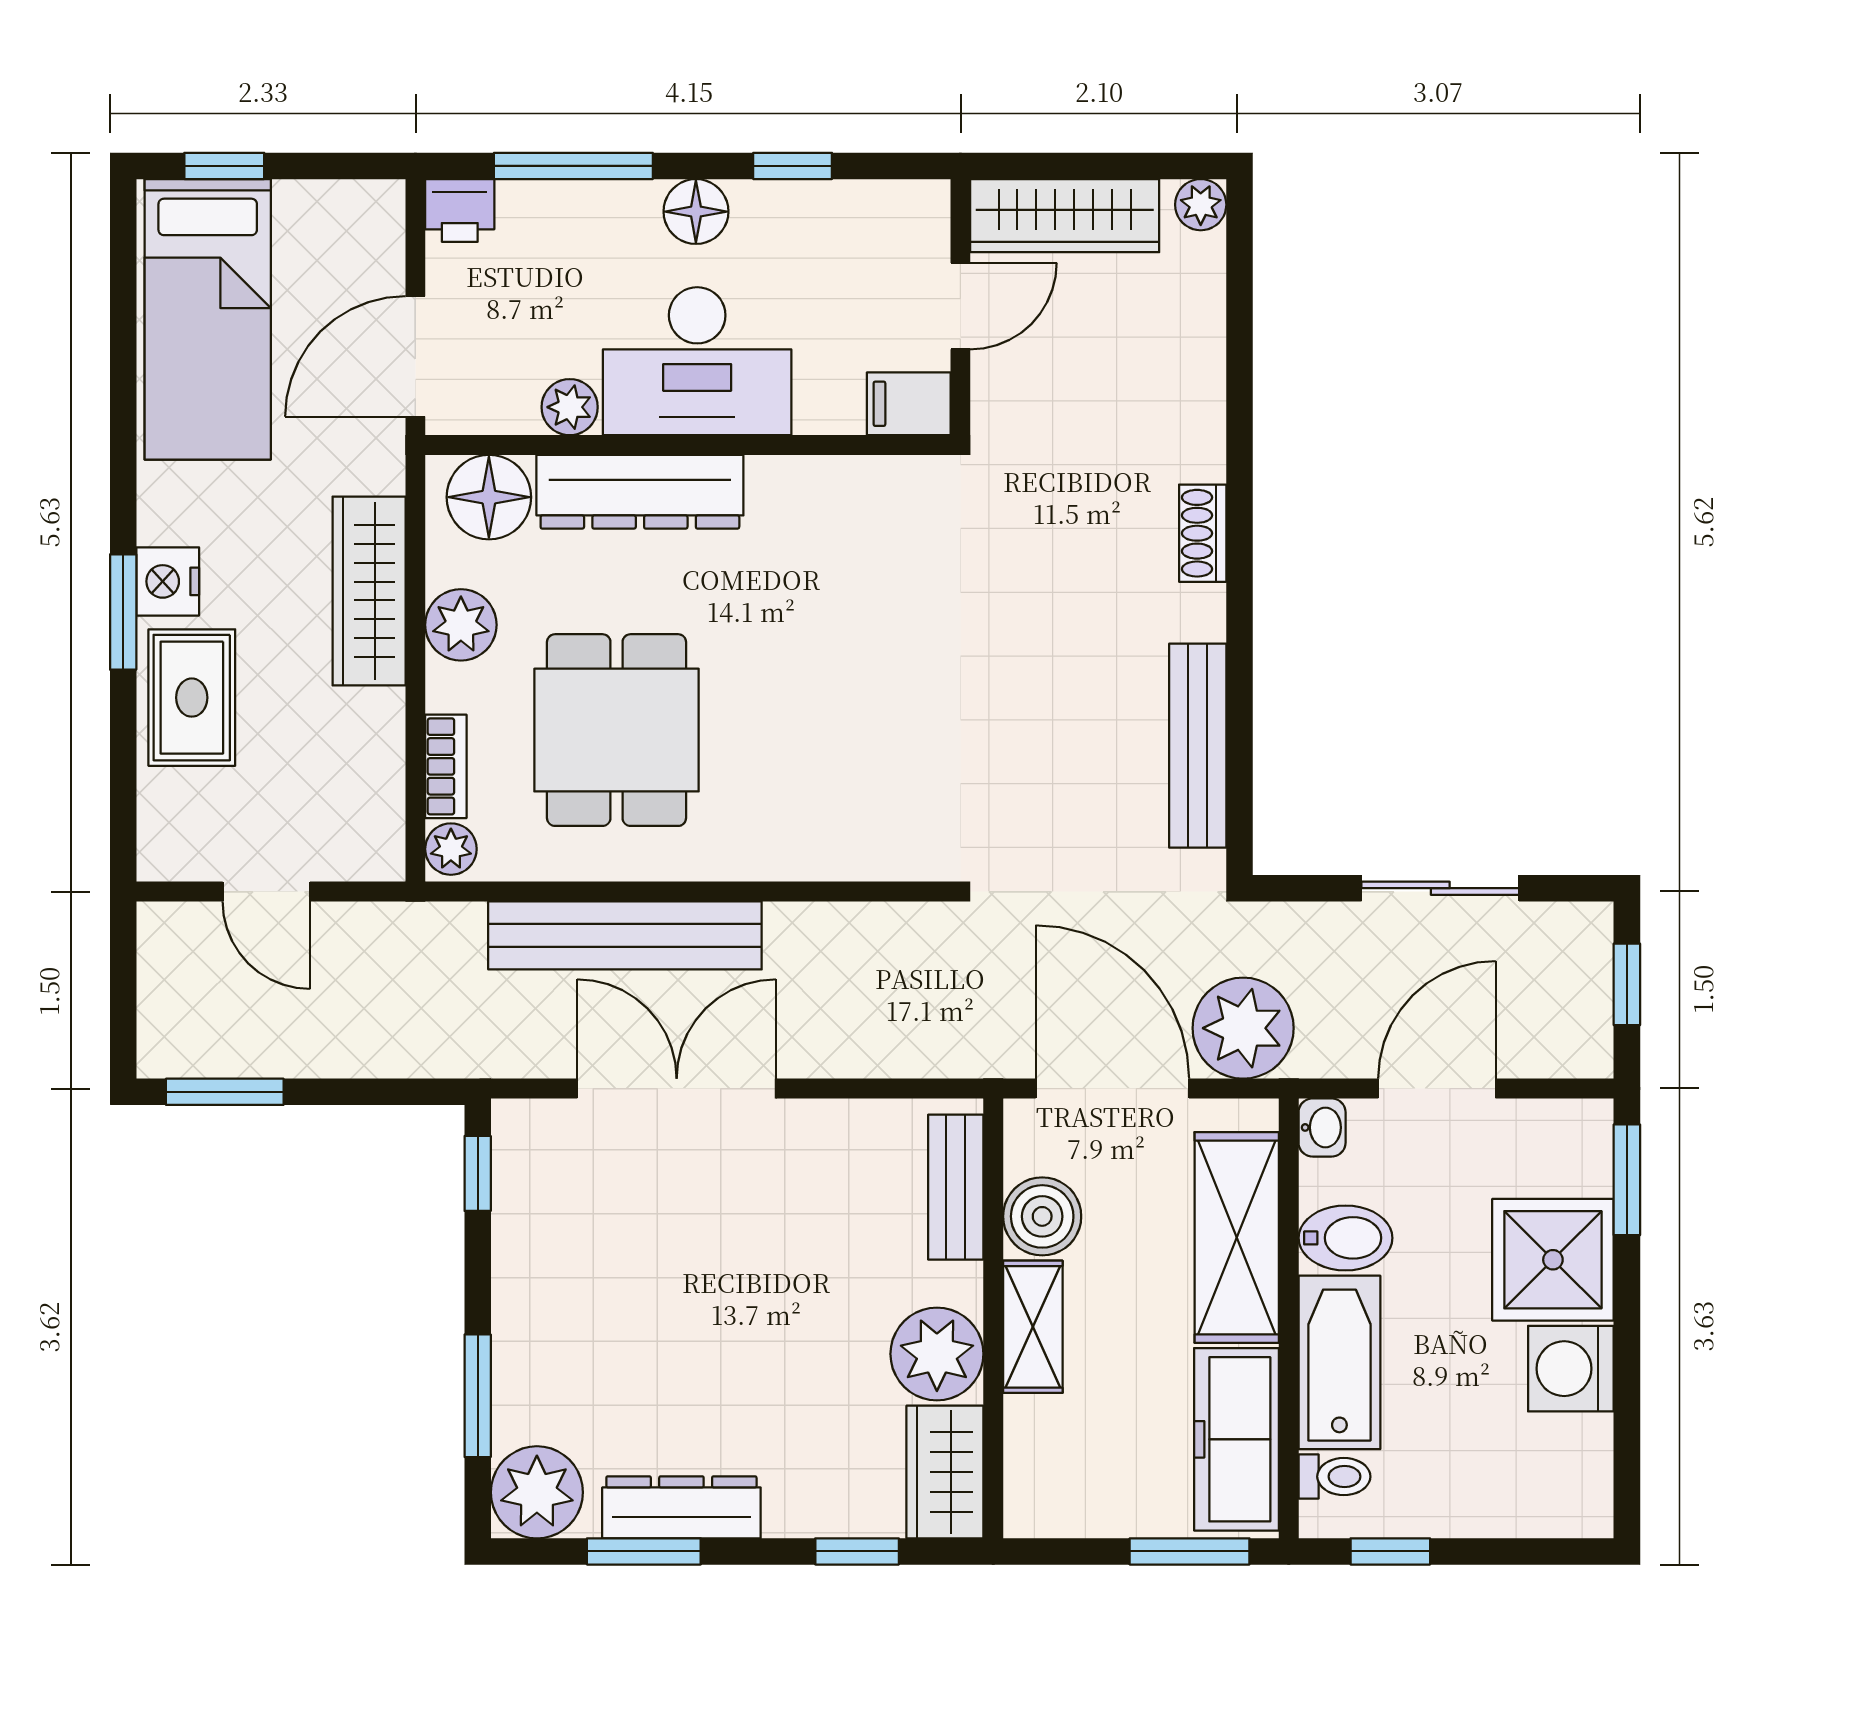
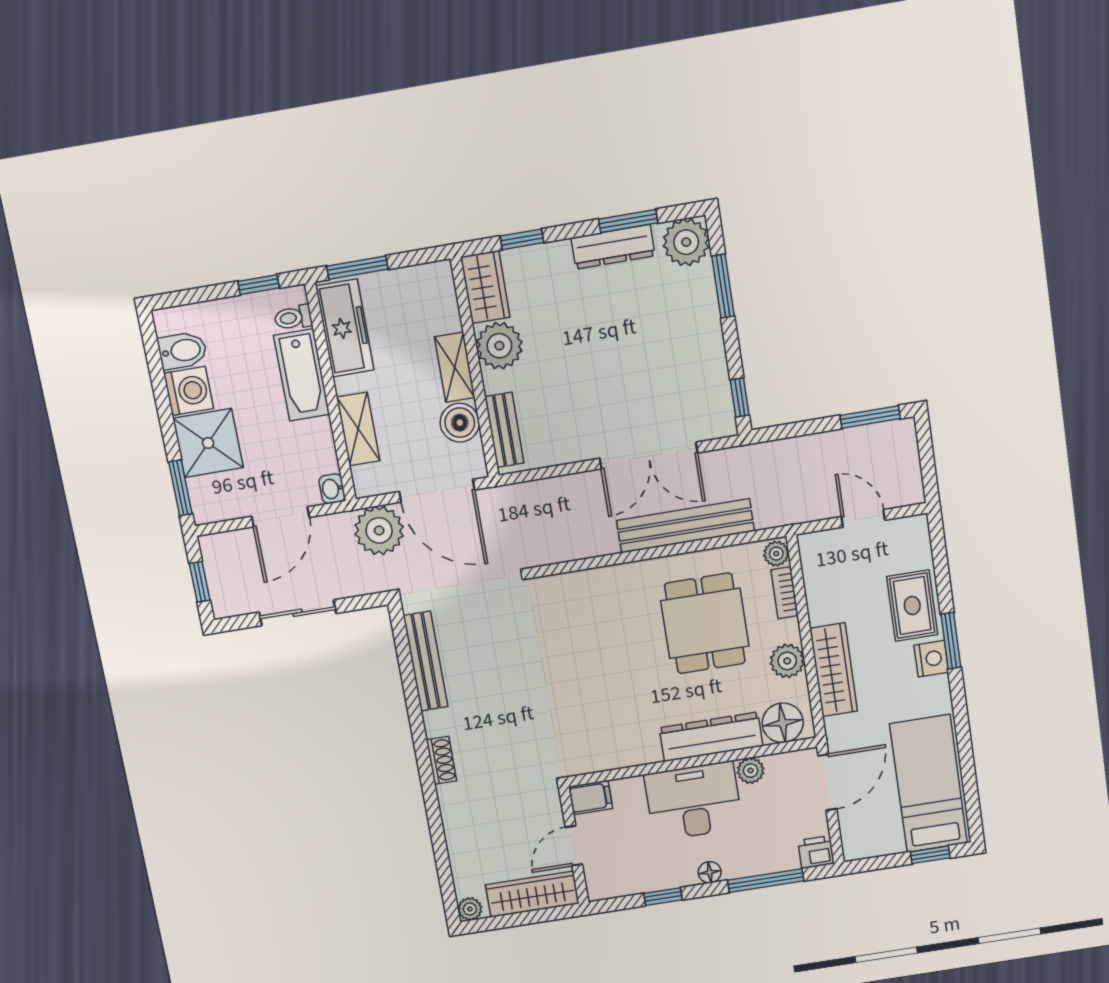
floor lamp: (696, 212) -> (710, 872), width x0.73, depth x0.73
shelving: (1237, 1237) -> (358, 429), width x0.67, depth x0.75
bidet: (1345, 1238) -> (182, 351), moved, turned 180

